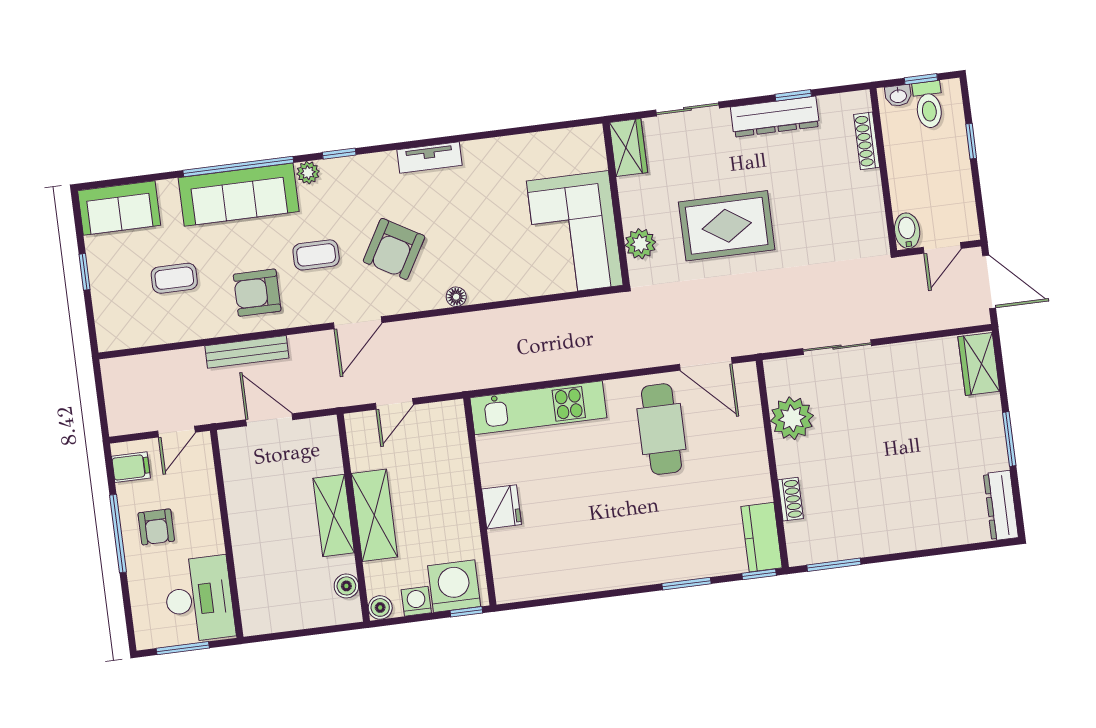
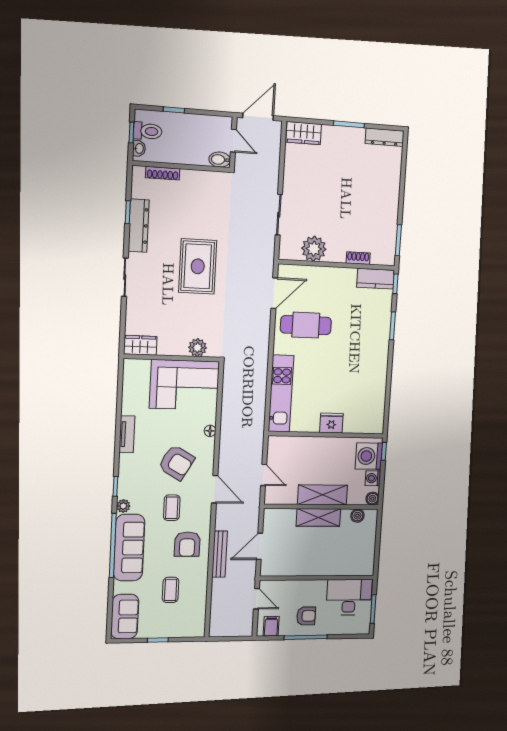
wardrobe: (628, 148) -> (140, 345), moved
wall: (616, 204) -> (172, 358), moved
corner sofa: (575, 233) -> (184, 385), moved
plant: (640, 244) -> (198, 348), moved

